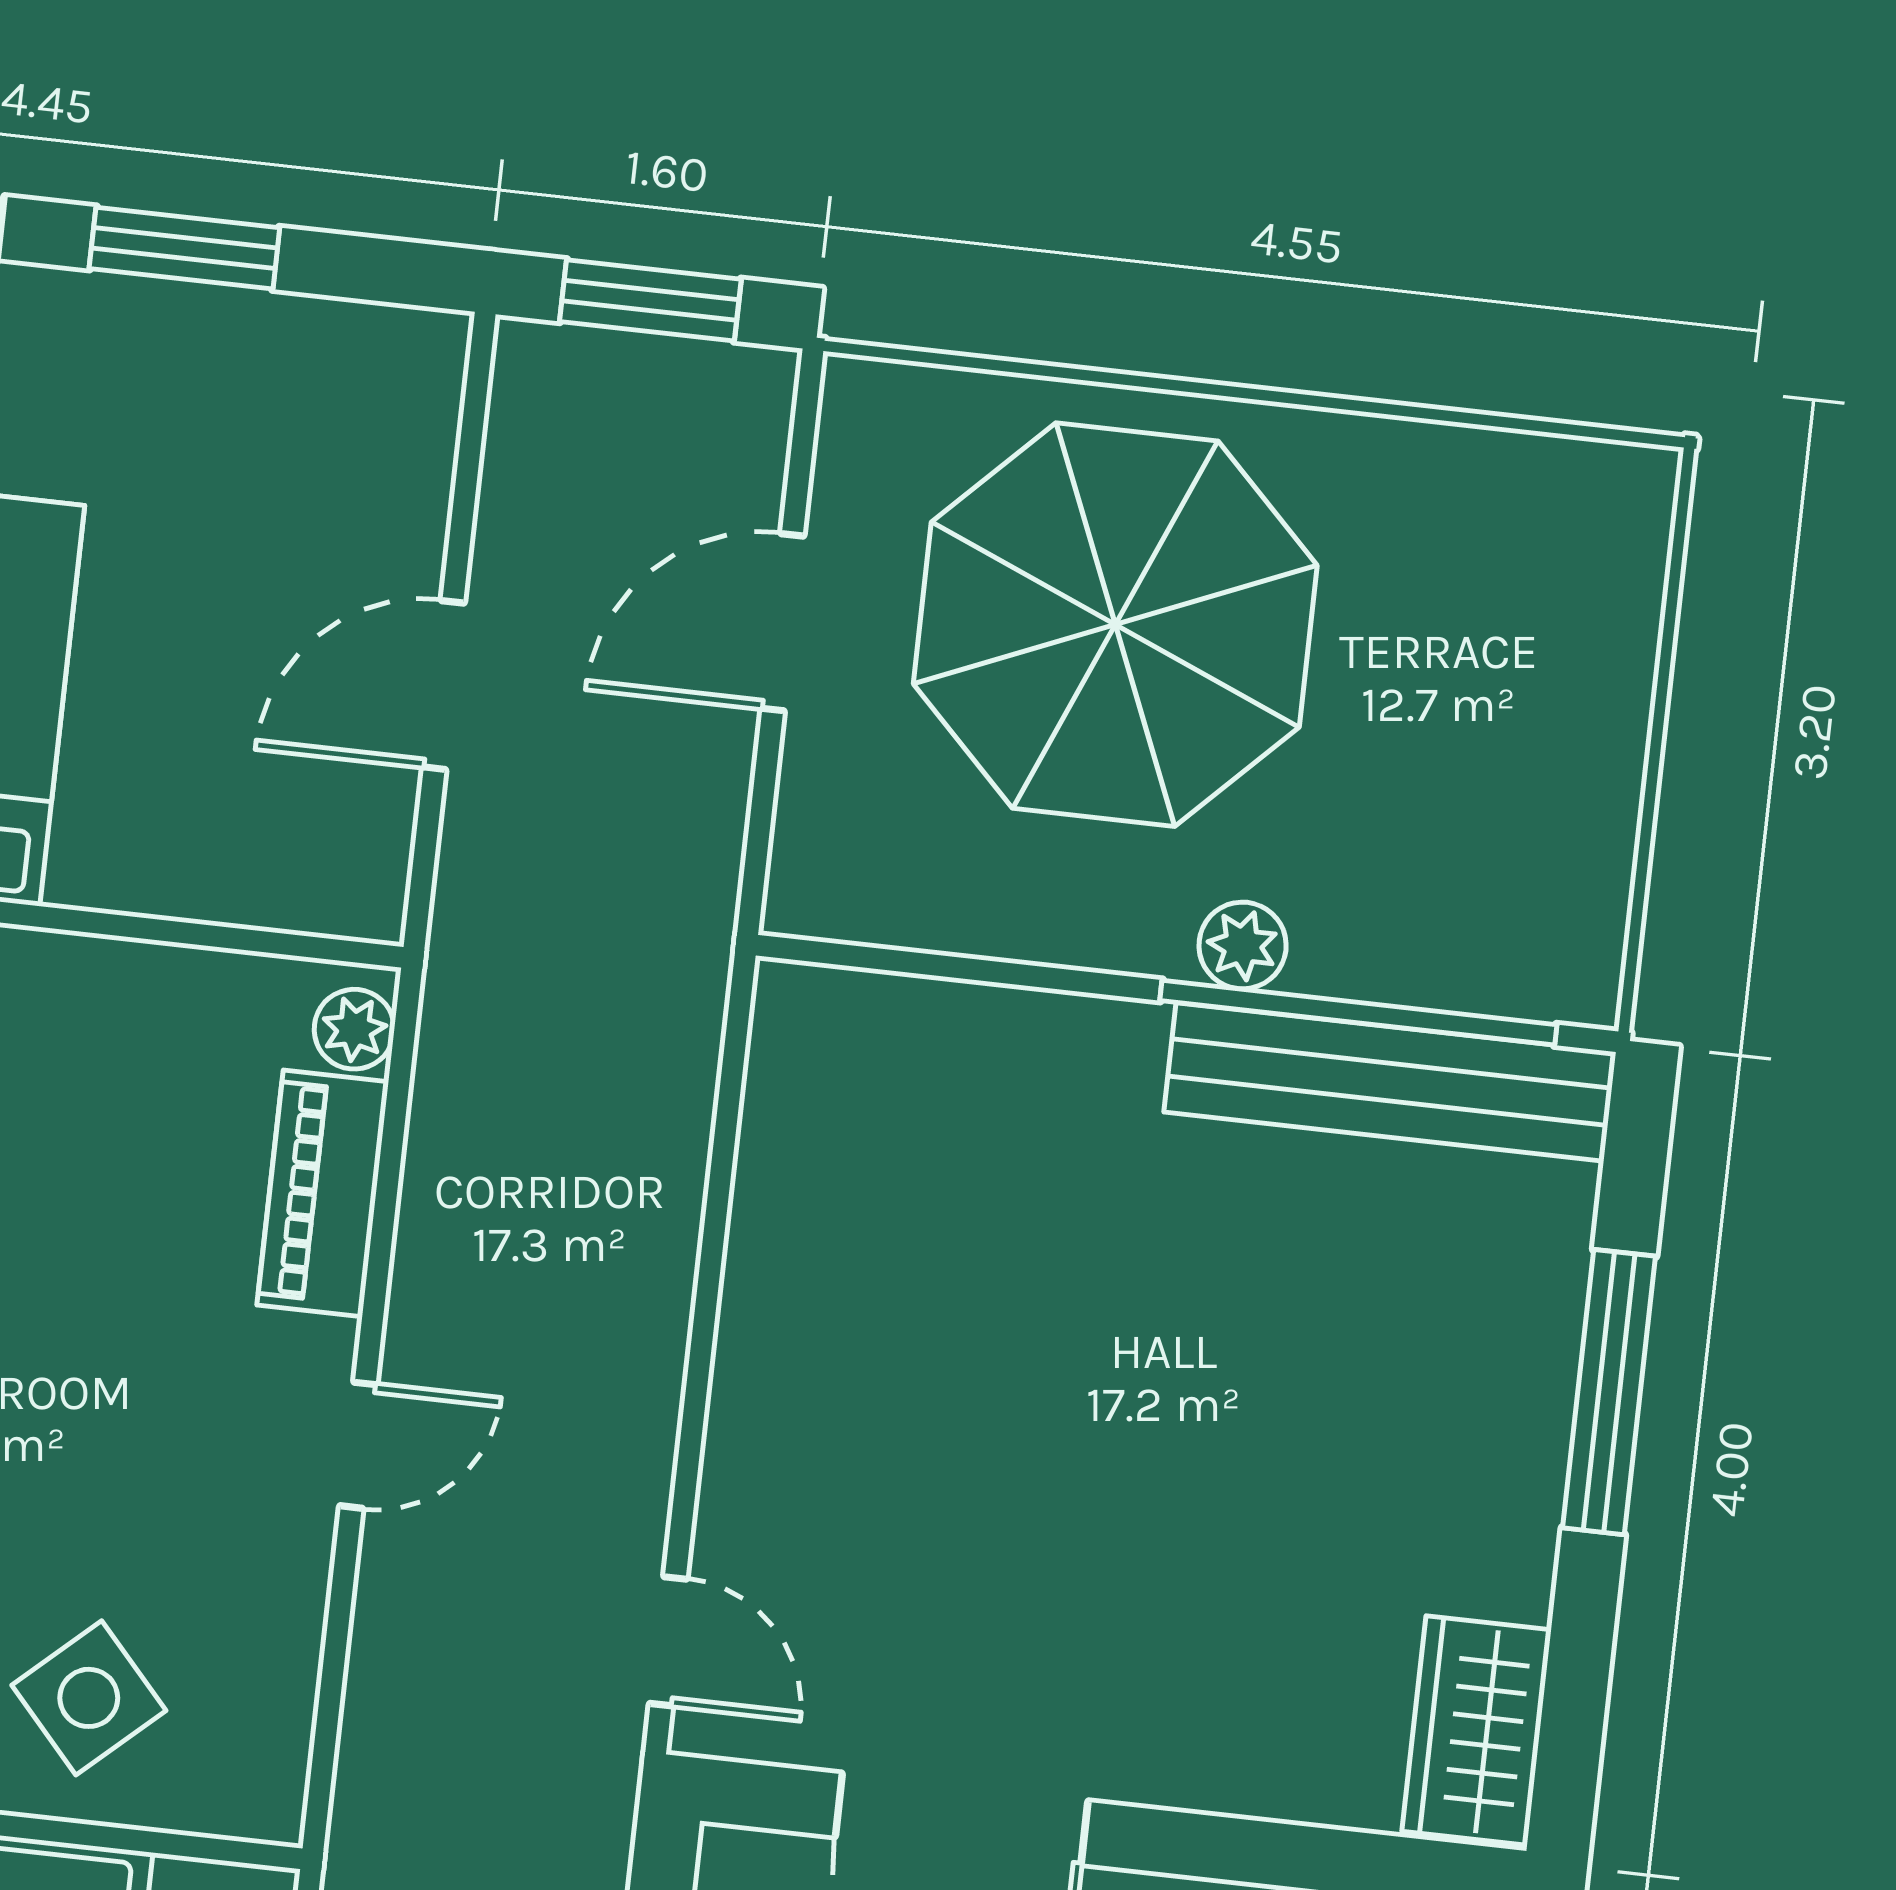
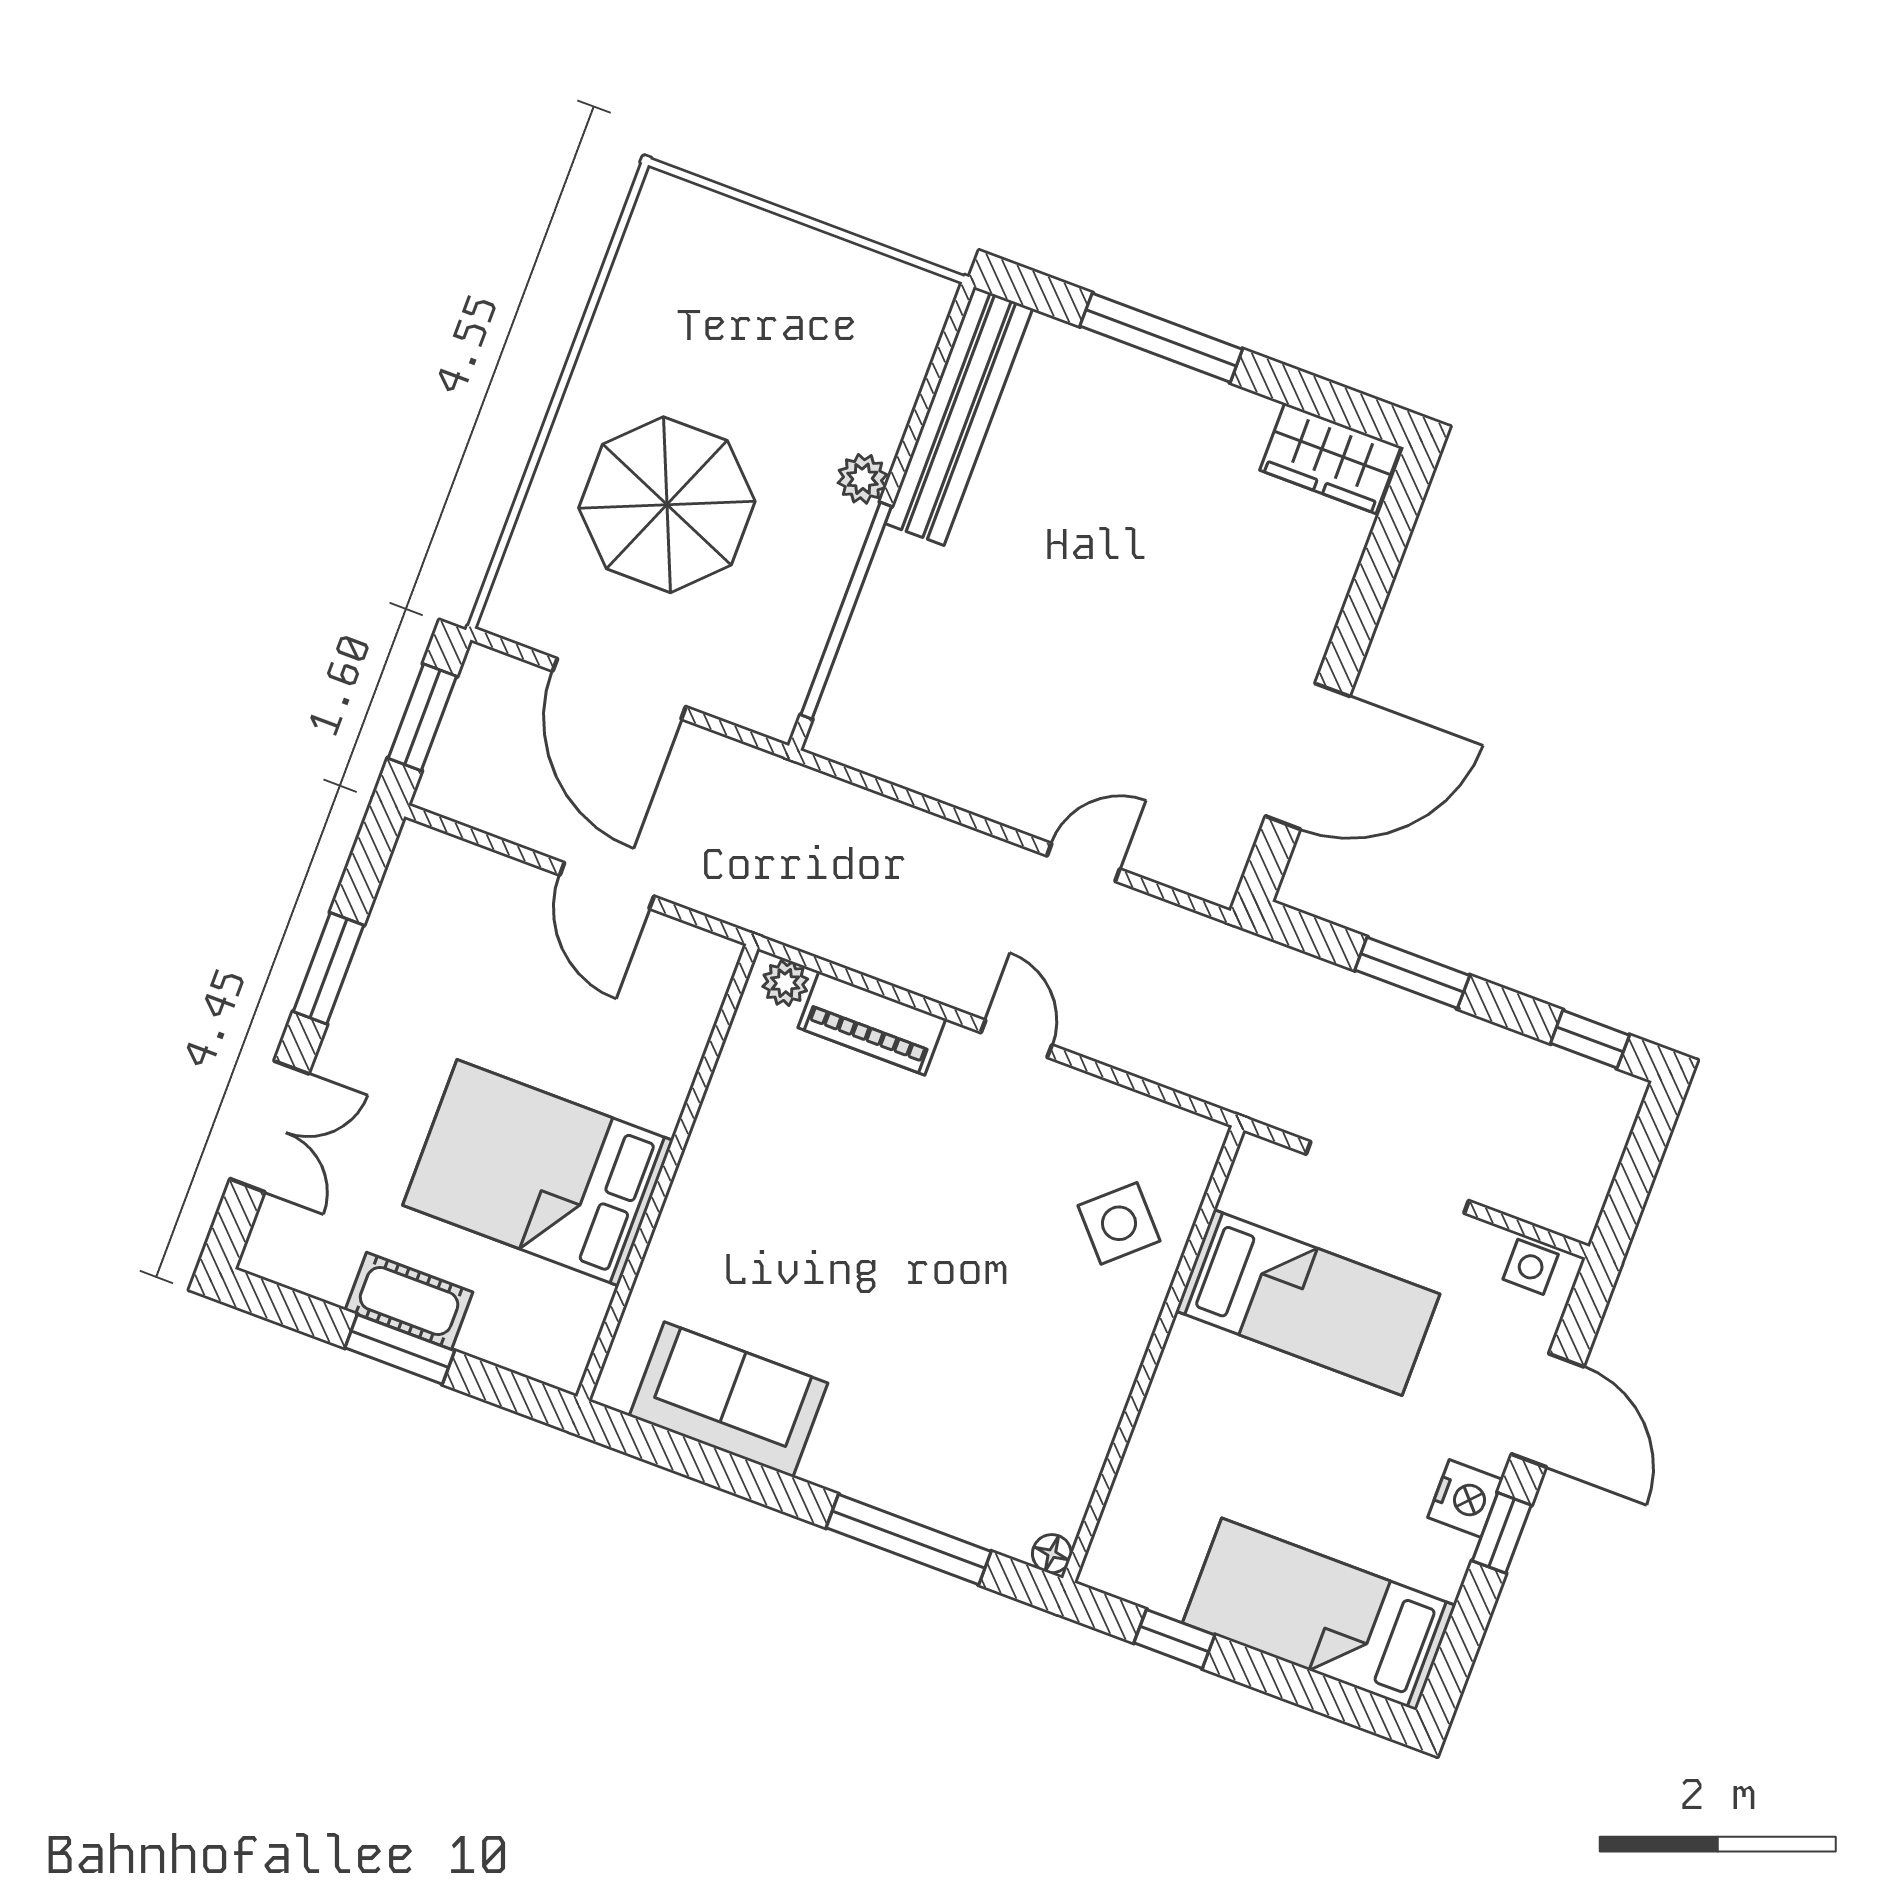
door: (783, 622) -> (619, 689), width x1.36
parasol: (1115, 625) -> (667, 505), width x0.73, depth x0.73
window: (1358, 1013) -> (846, 611), moved
door: (668, 1641) -> (1083, 862), moved

